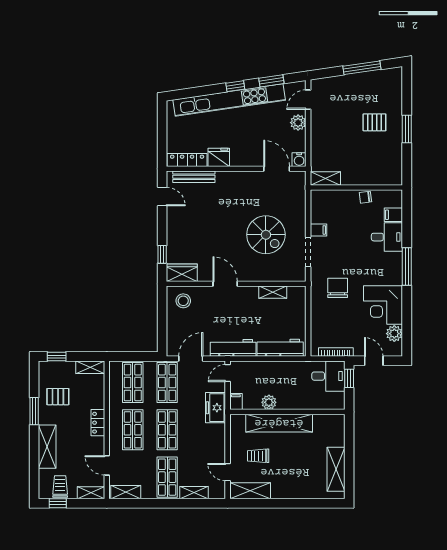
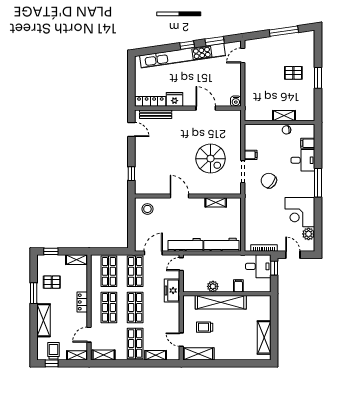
plant: (298, 123) -> (235, 73), removed
door: (277, 169) -> (206, 108), moved
shelving: (325, 178) -> (284, 116), moved
wardrobe: (182, 273) -> (146, 188), removed
chair: (338, 288) -> (269, 181), moved, turned -54
filing cabinet: (236, 401) -> (238, 286), moved
door: (107, 465) -> (89, 335), hinge flipped

